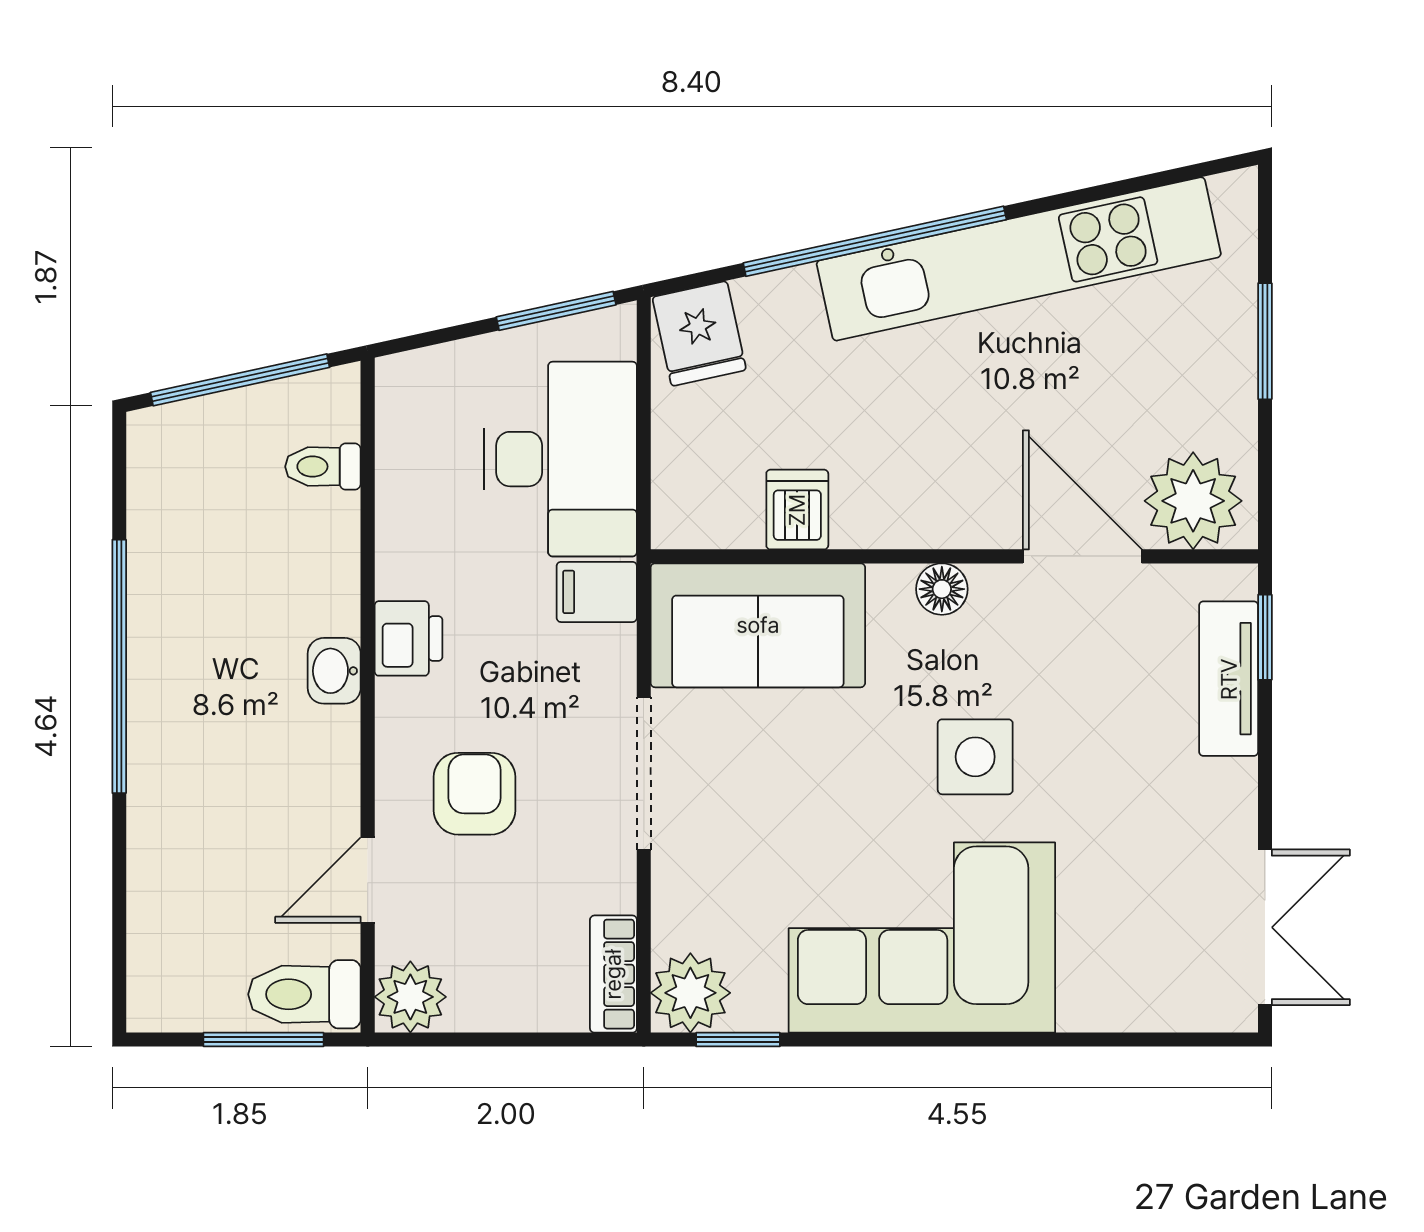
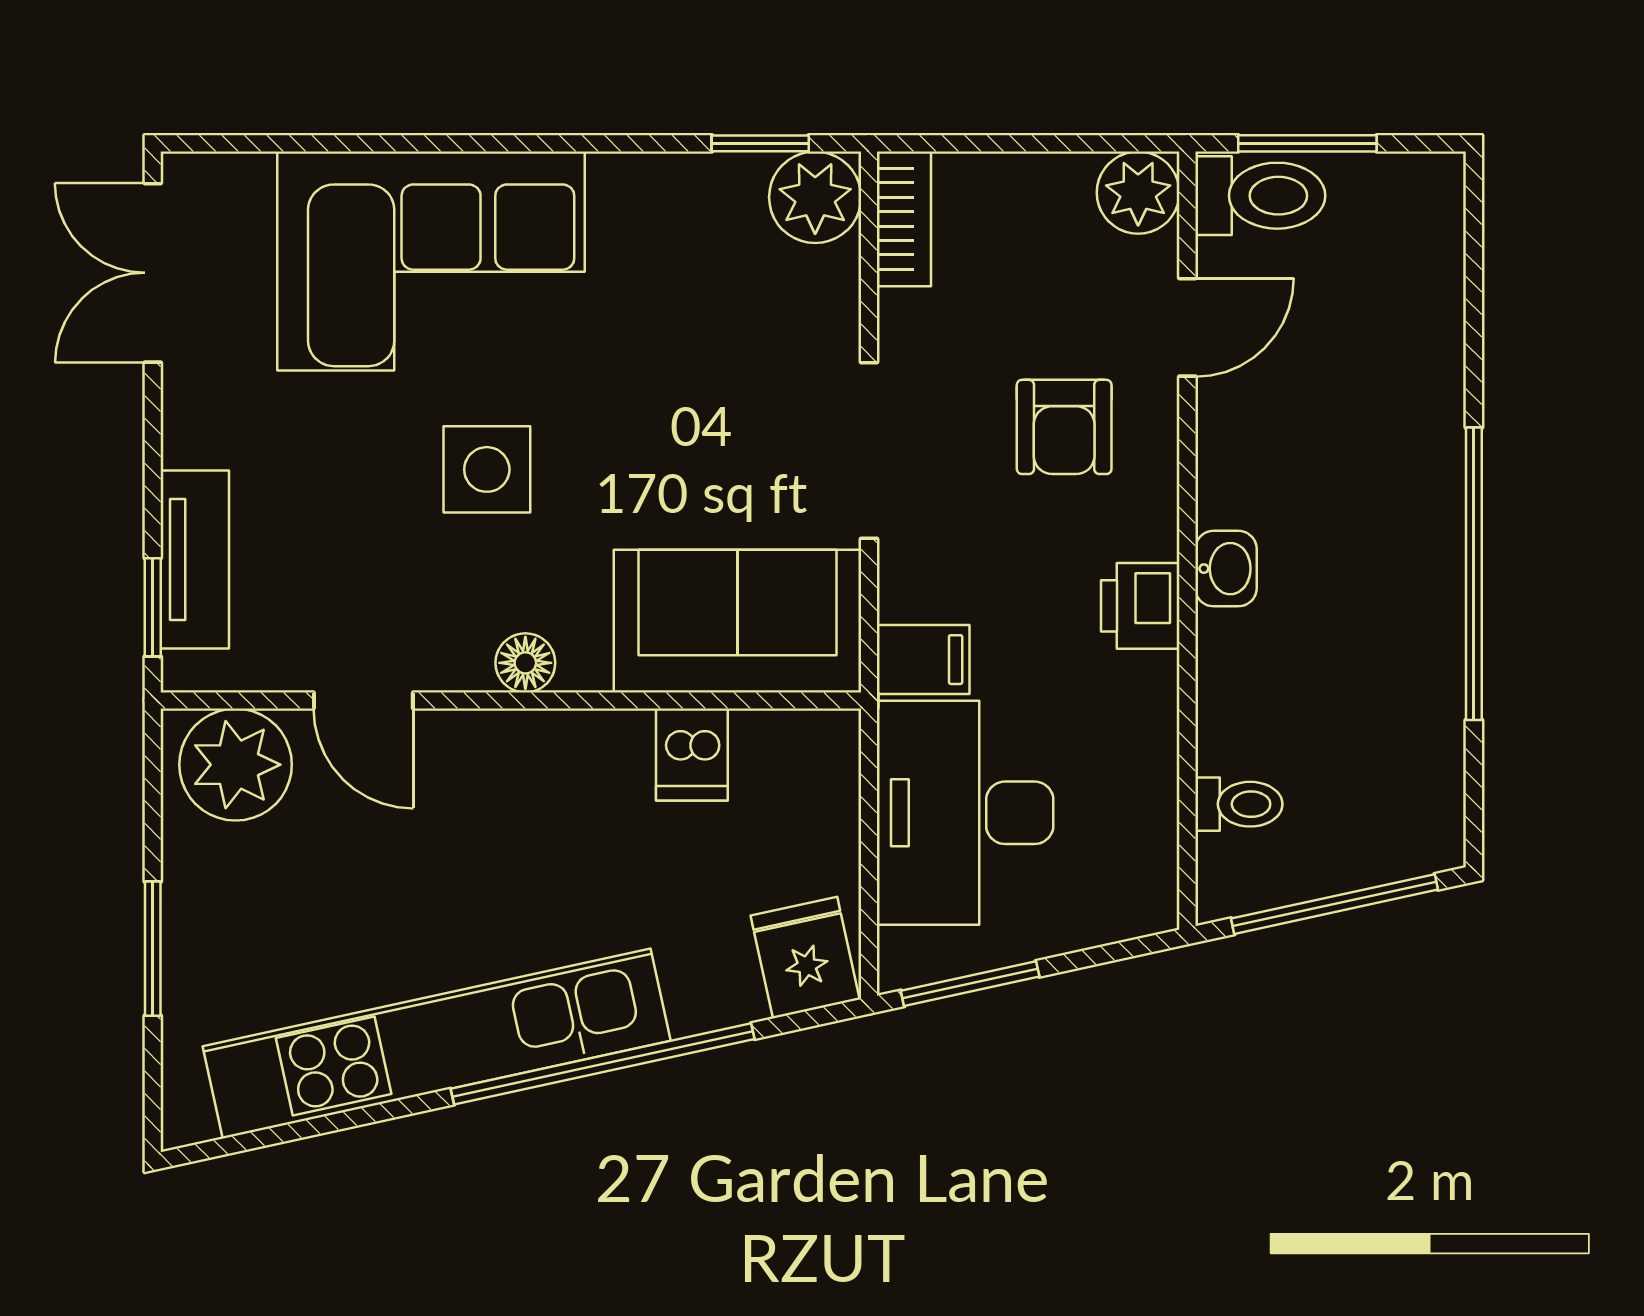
door: (1082, 556) -> (363, 701), width x0.73
corner sofa: (922, 938) -> (431, 261), moved

